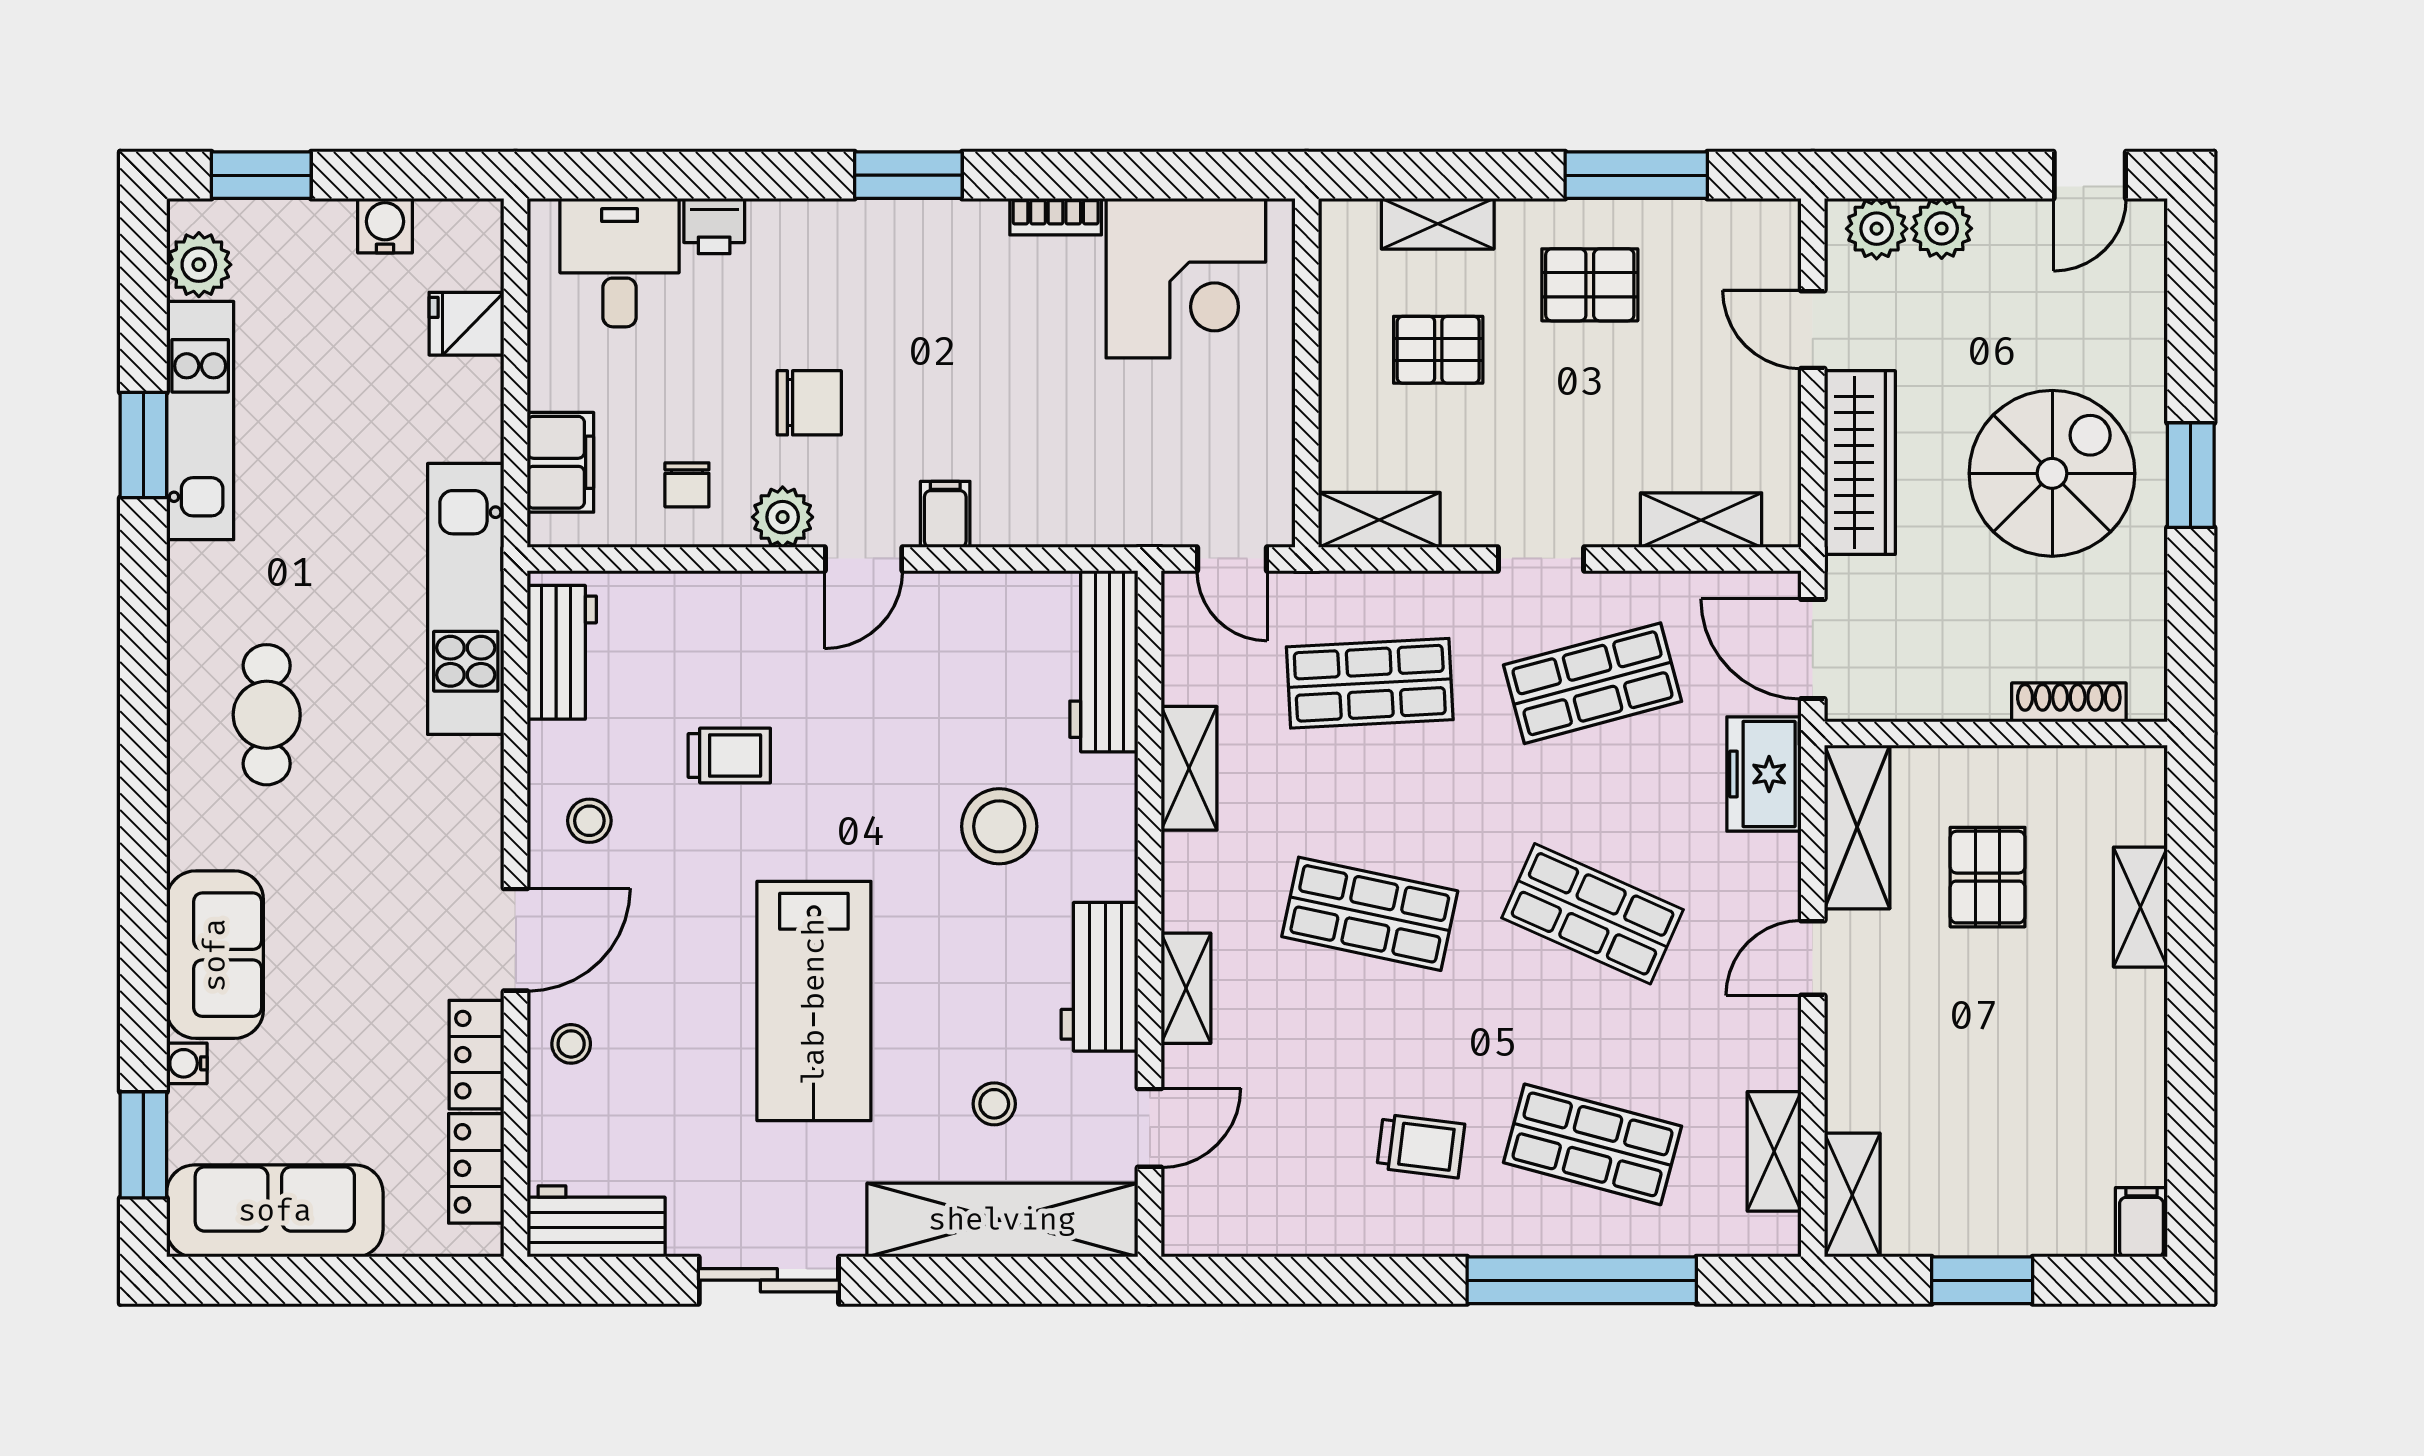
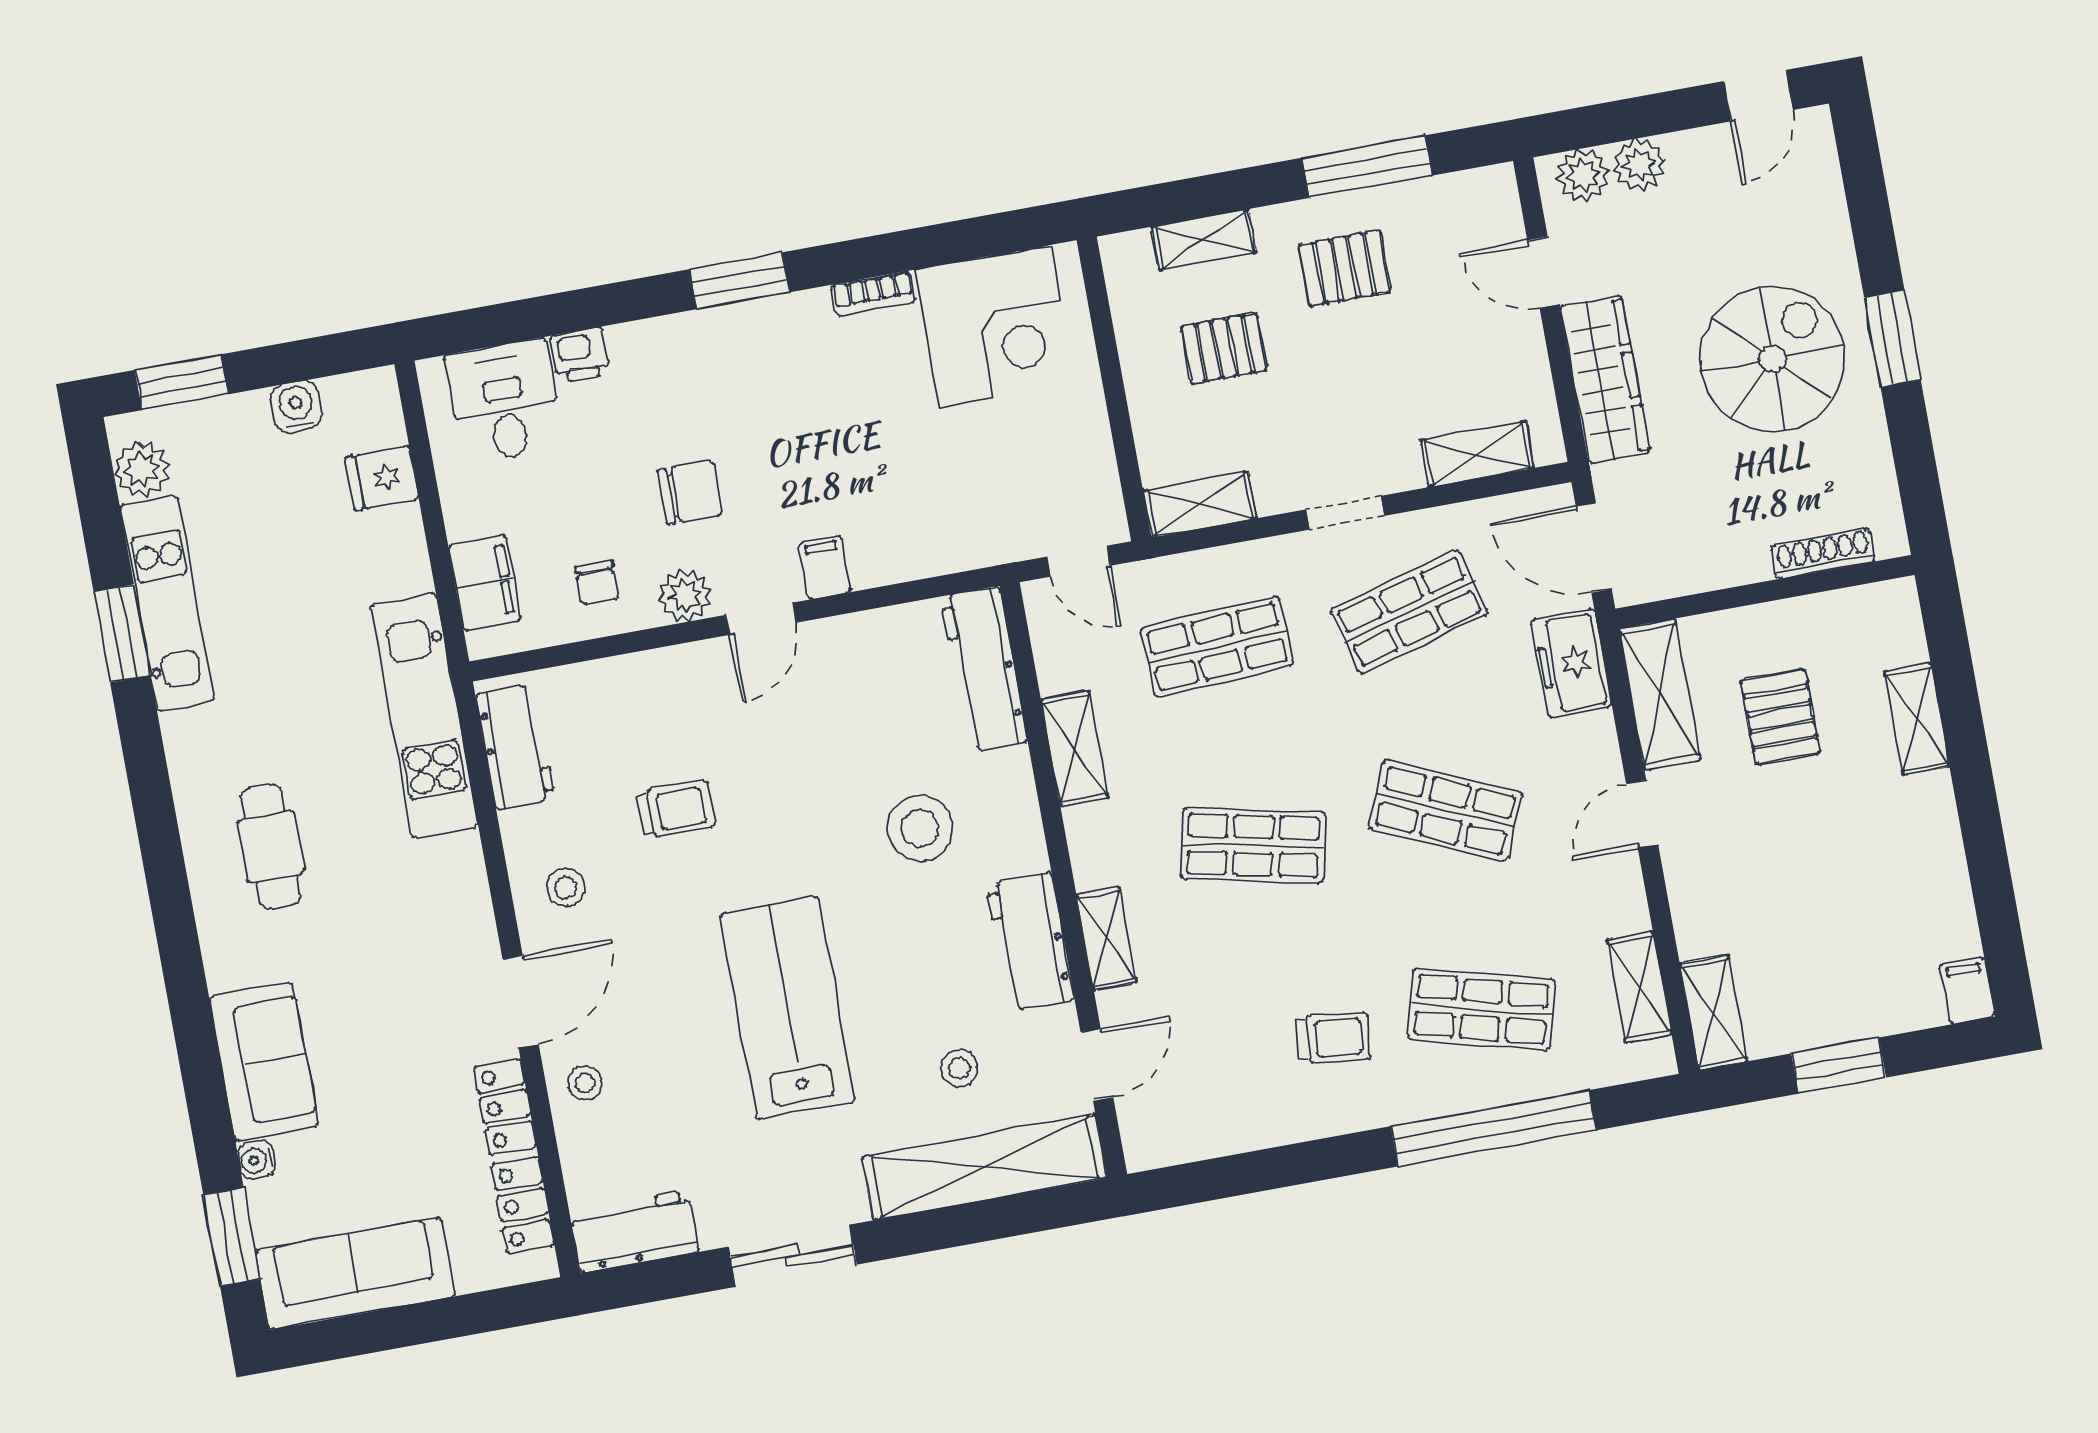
lab bench: (814, 1001) -> (788, 1008), turned 180

